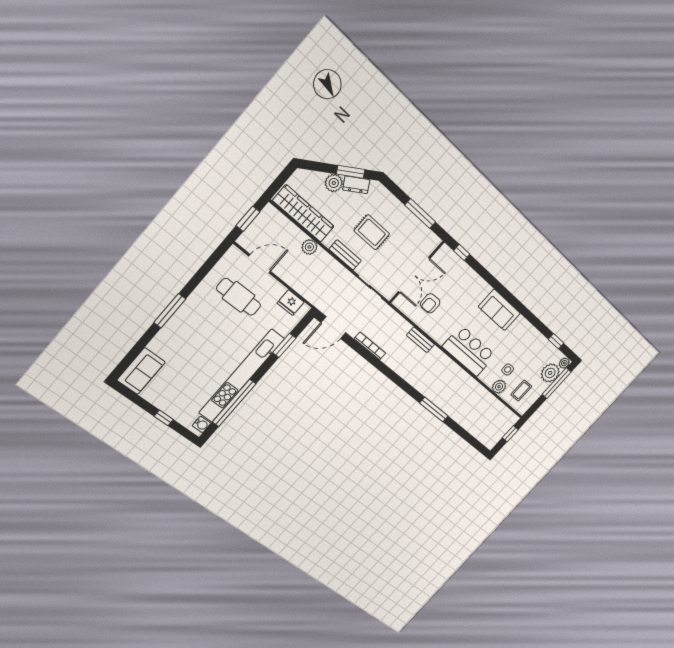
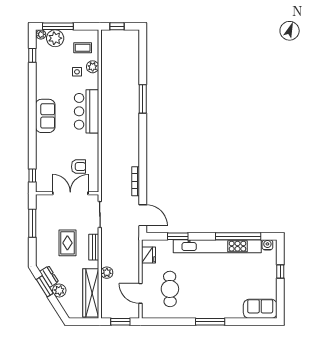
bench: (420, 340) -> (106, 151), removed

